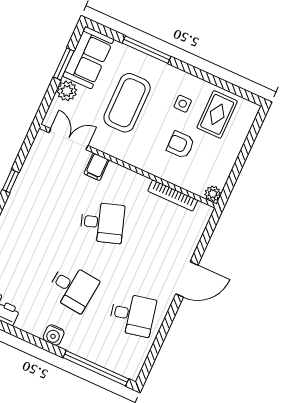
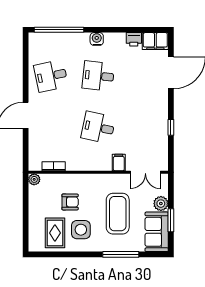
side table: (183, 104) -> (81, 230), width x1.87, depth x1.87
bookcase: (173, 195) -> (54, 166), width x0.64
desk: (102, 223) -> (98, 127), turned 30

